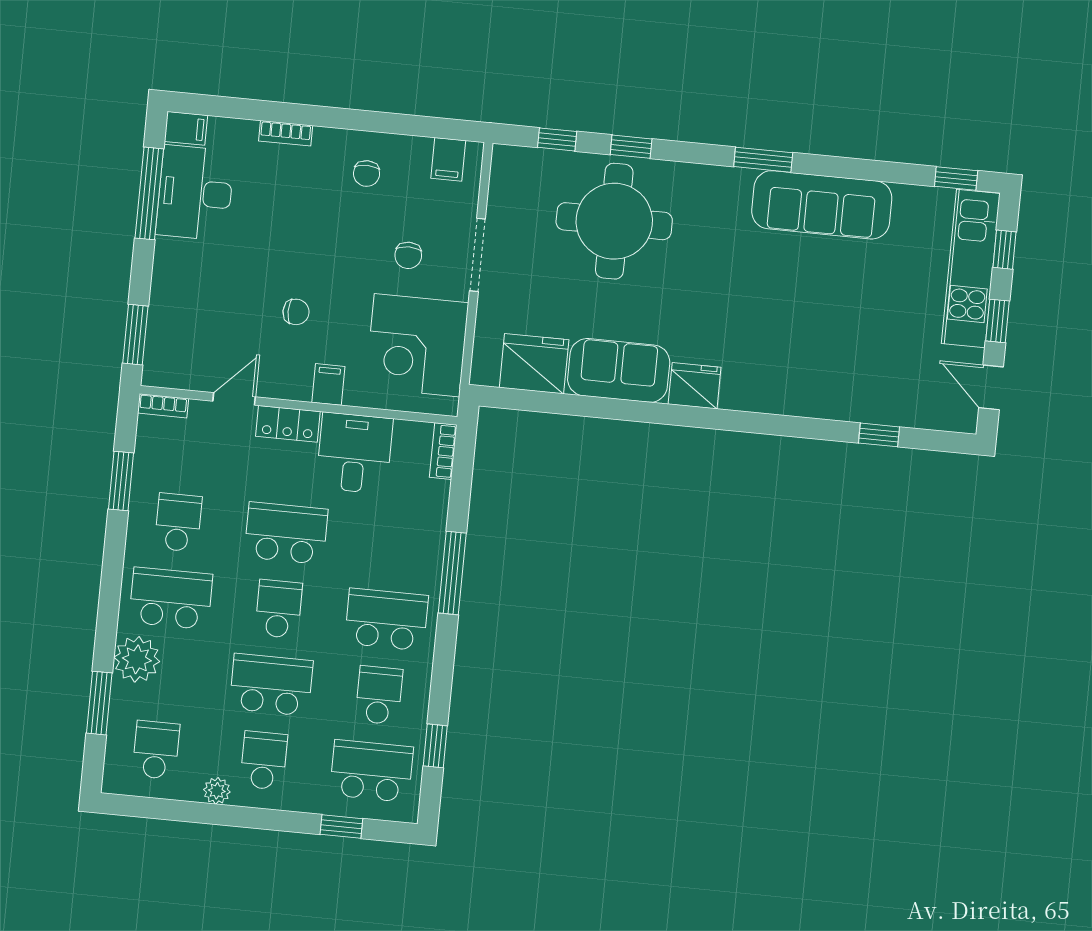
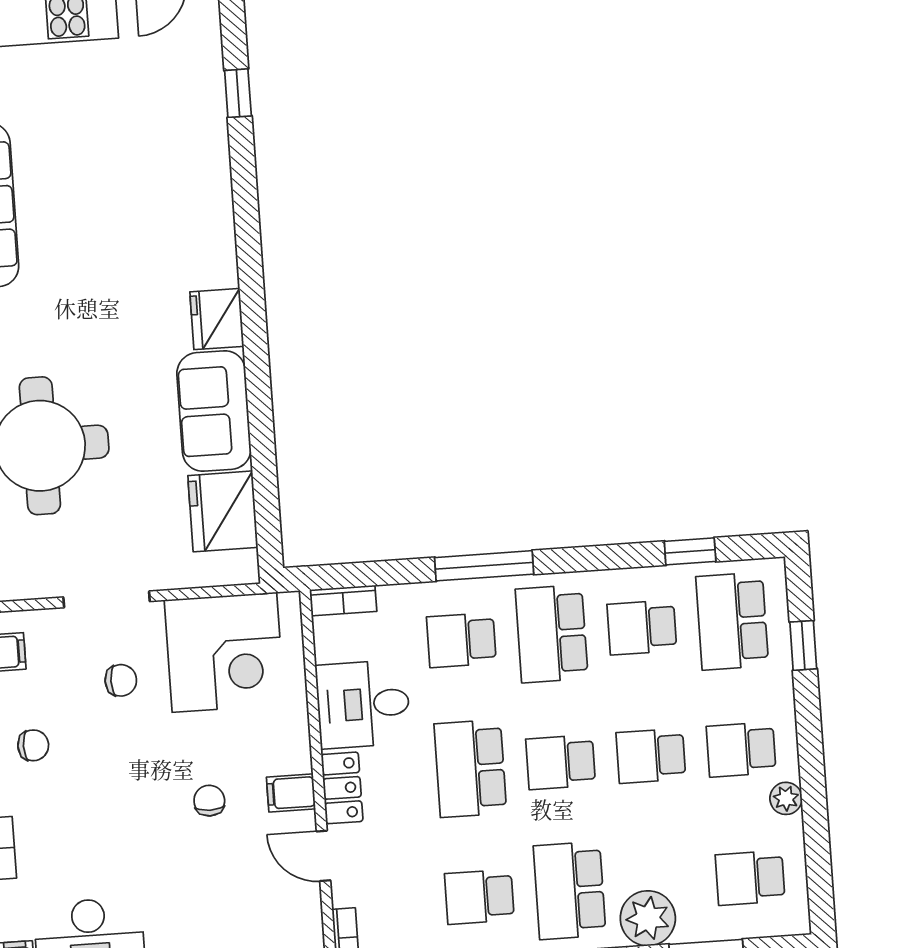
filing cabinet: (328, 384) -> (291, 793), moved
school desk: (394, 544) -> (461, 640), added
school desk: (271, 685) -> (651, 756), width x0.54

